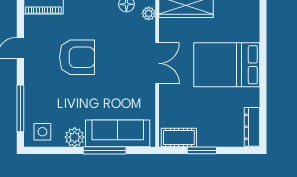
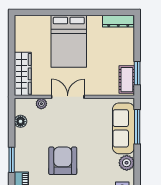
plant: (149, 13) -> (41, 104), moved
window: (105, 150) -> (137, 127), moved
window: (202, 150) -> (137, 73), moved

